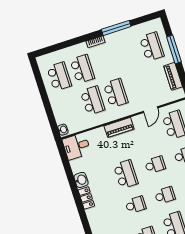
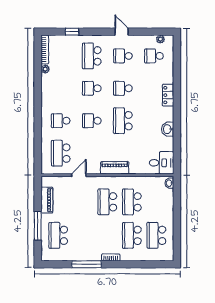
locker: (86, 198) -> (168, 95), moved

